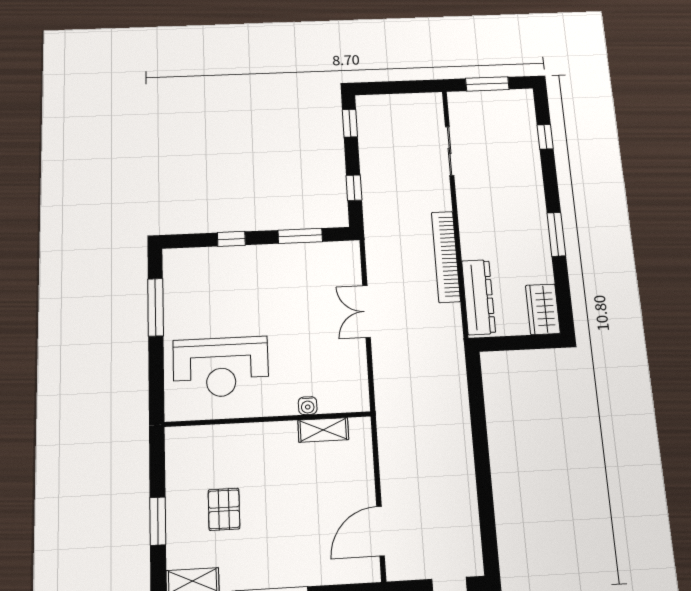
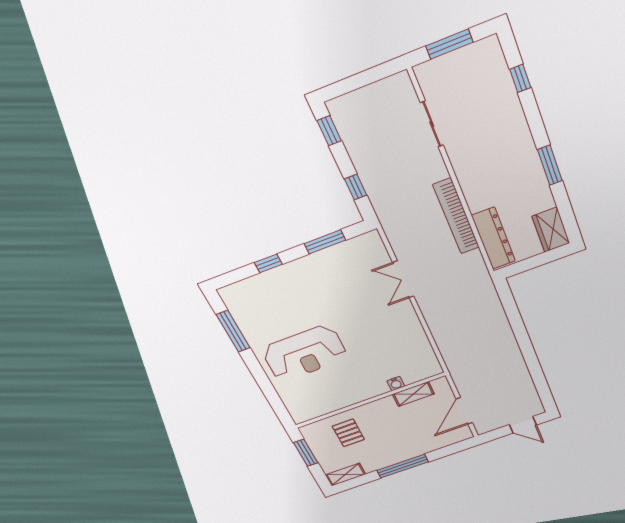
water cooler: (308, 406) -> (396, 384), moved
wall: (268, 419) -> (370, 400), moved
shelving: (323, 430) -> (413, 394), moved

